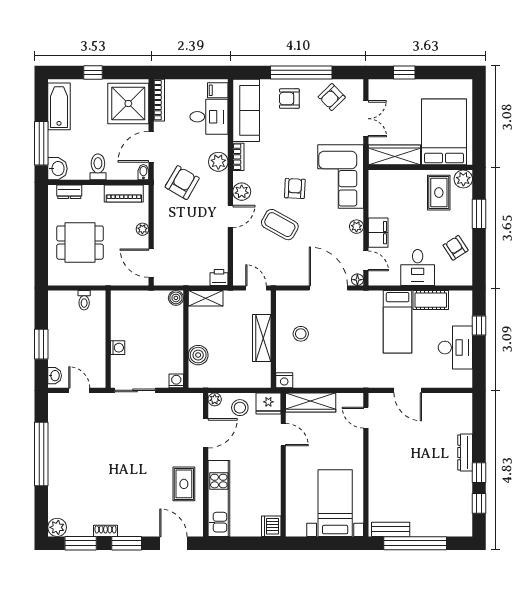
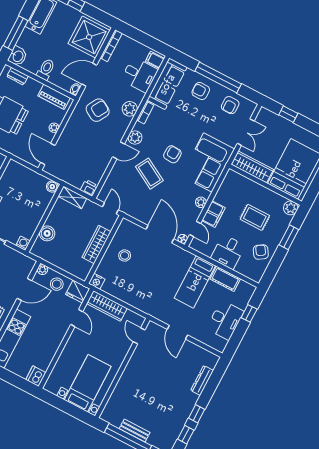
armchair: (332, 97) -> (230, 105), turned -46
rug: (439, 193) -> (255, 217), moved, turned 90
dresser: (465, 452) -> (202, 380), moved
bench: (391, 529) -> (135, 431), moved

